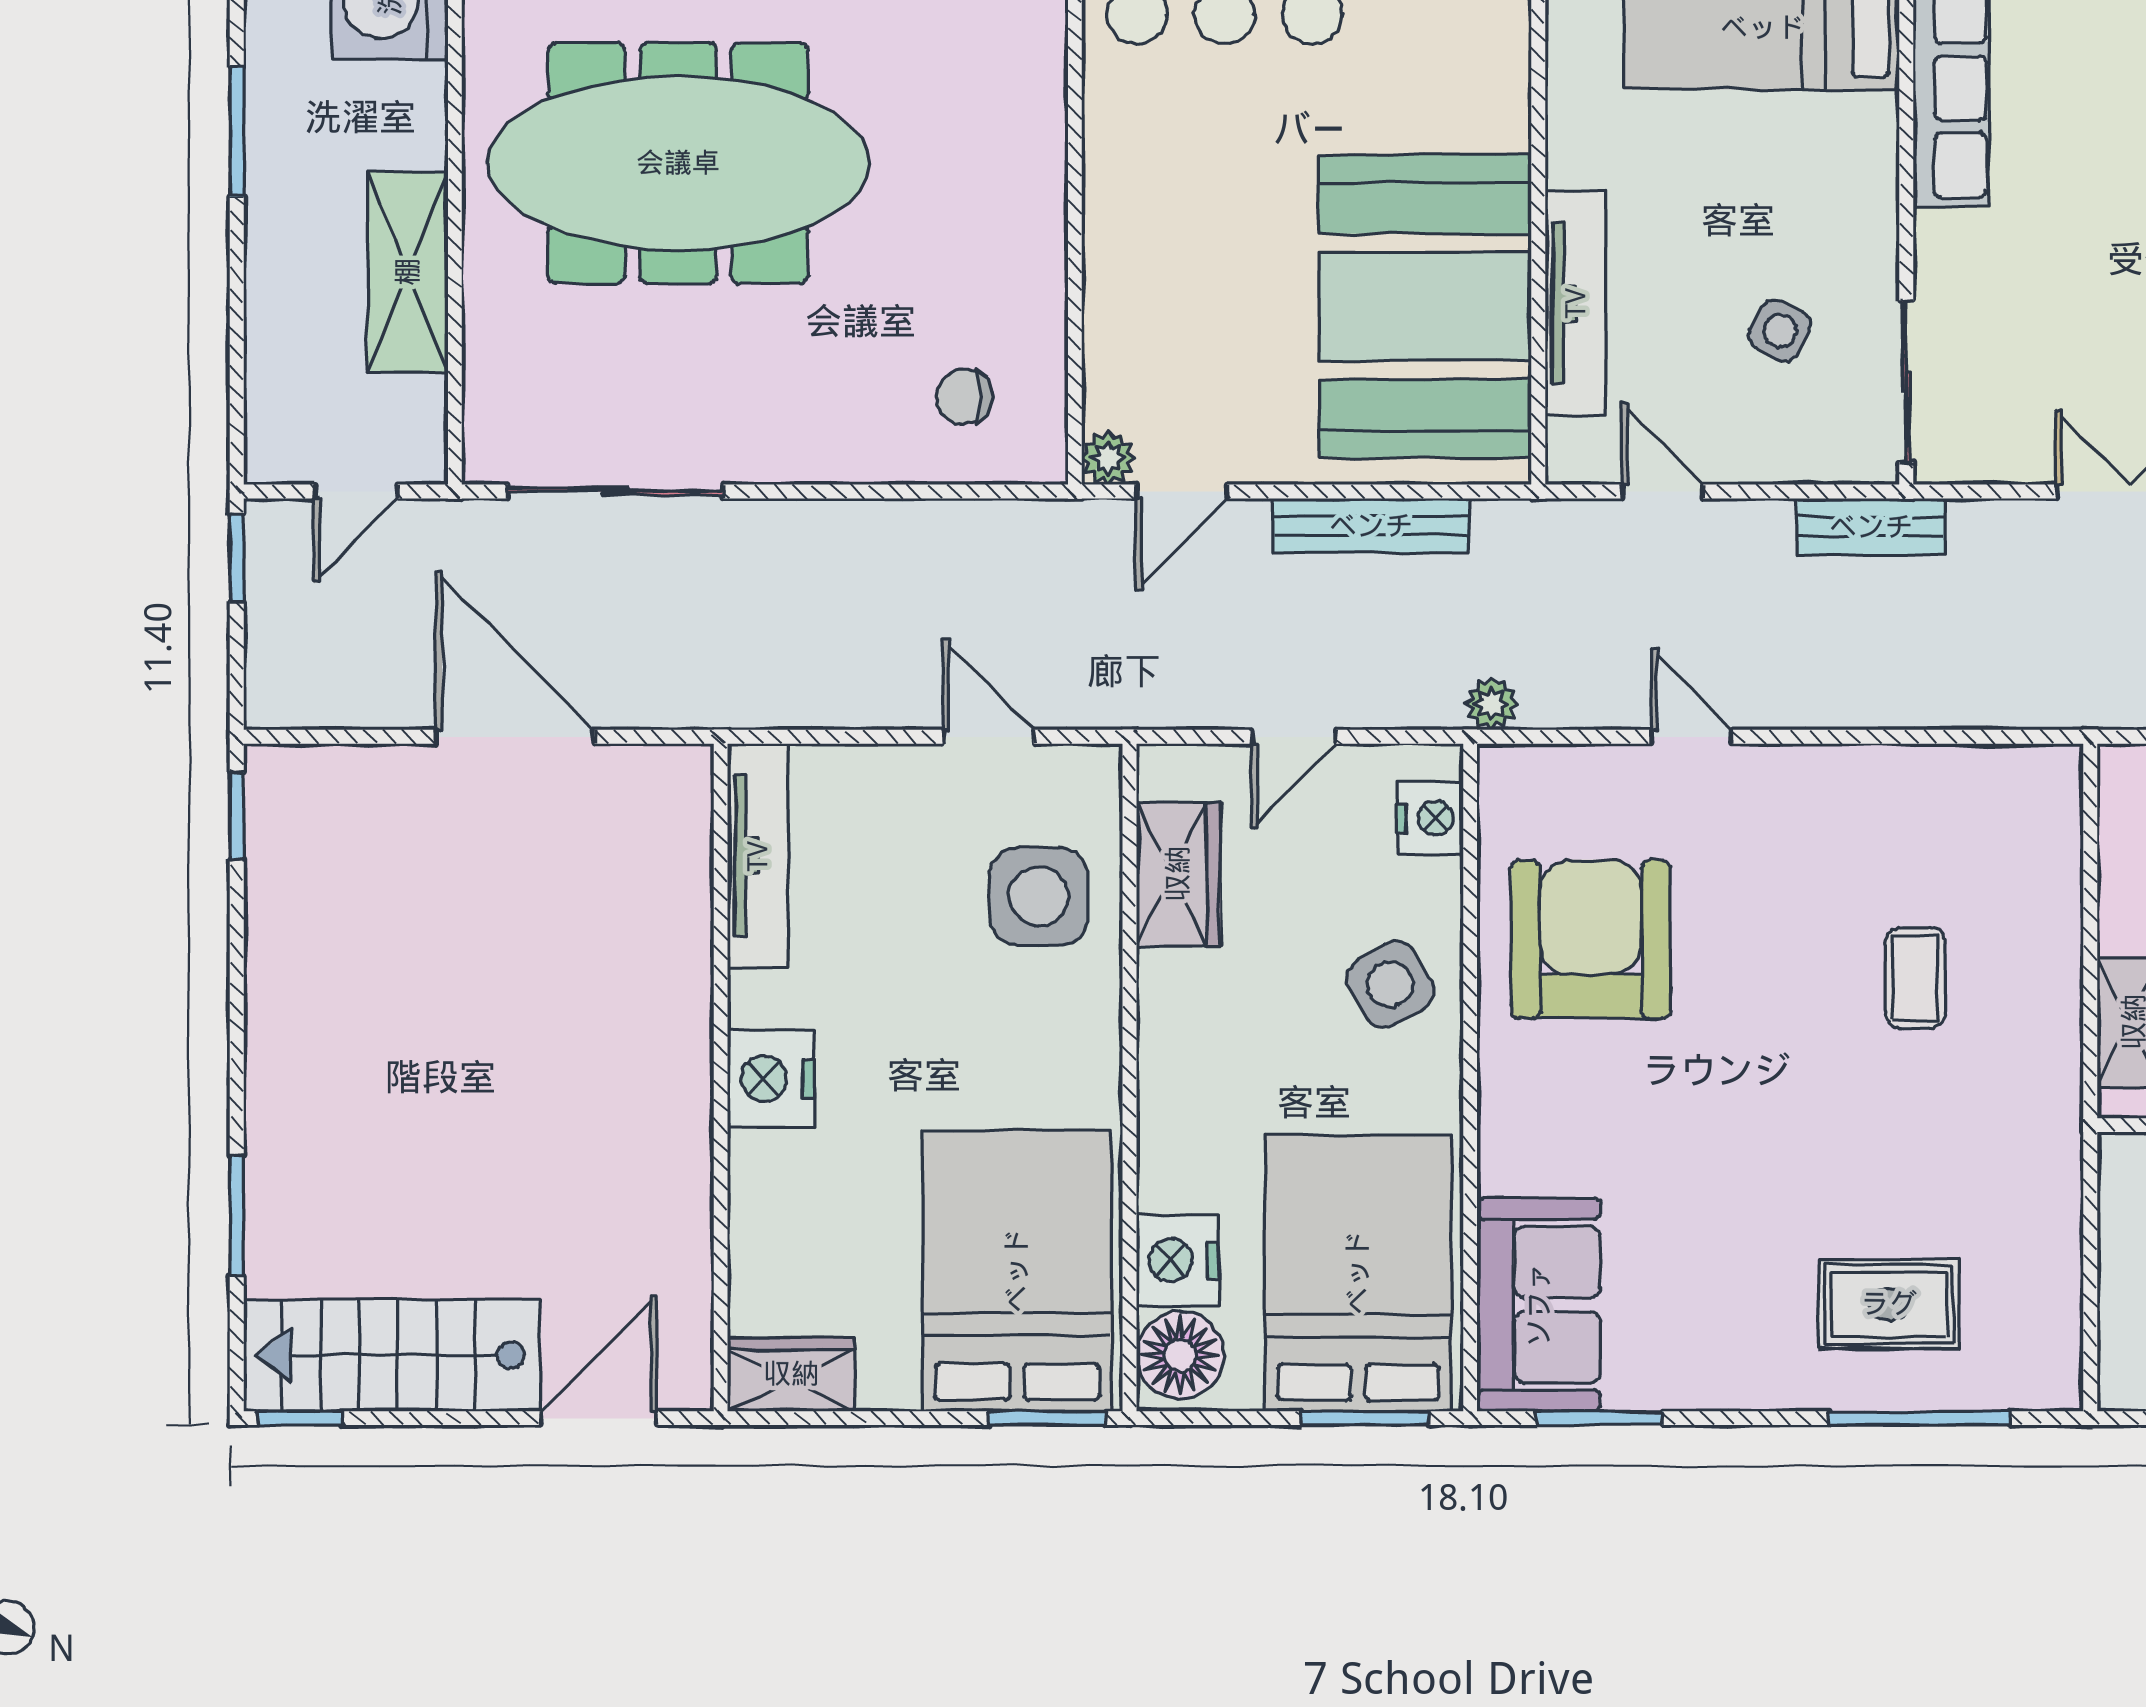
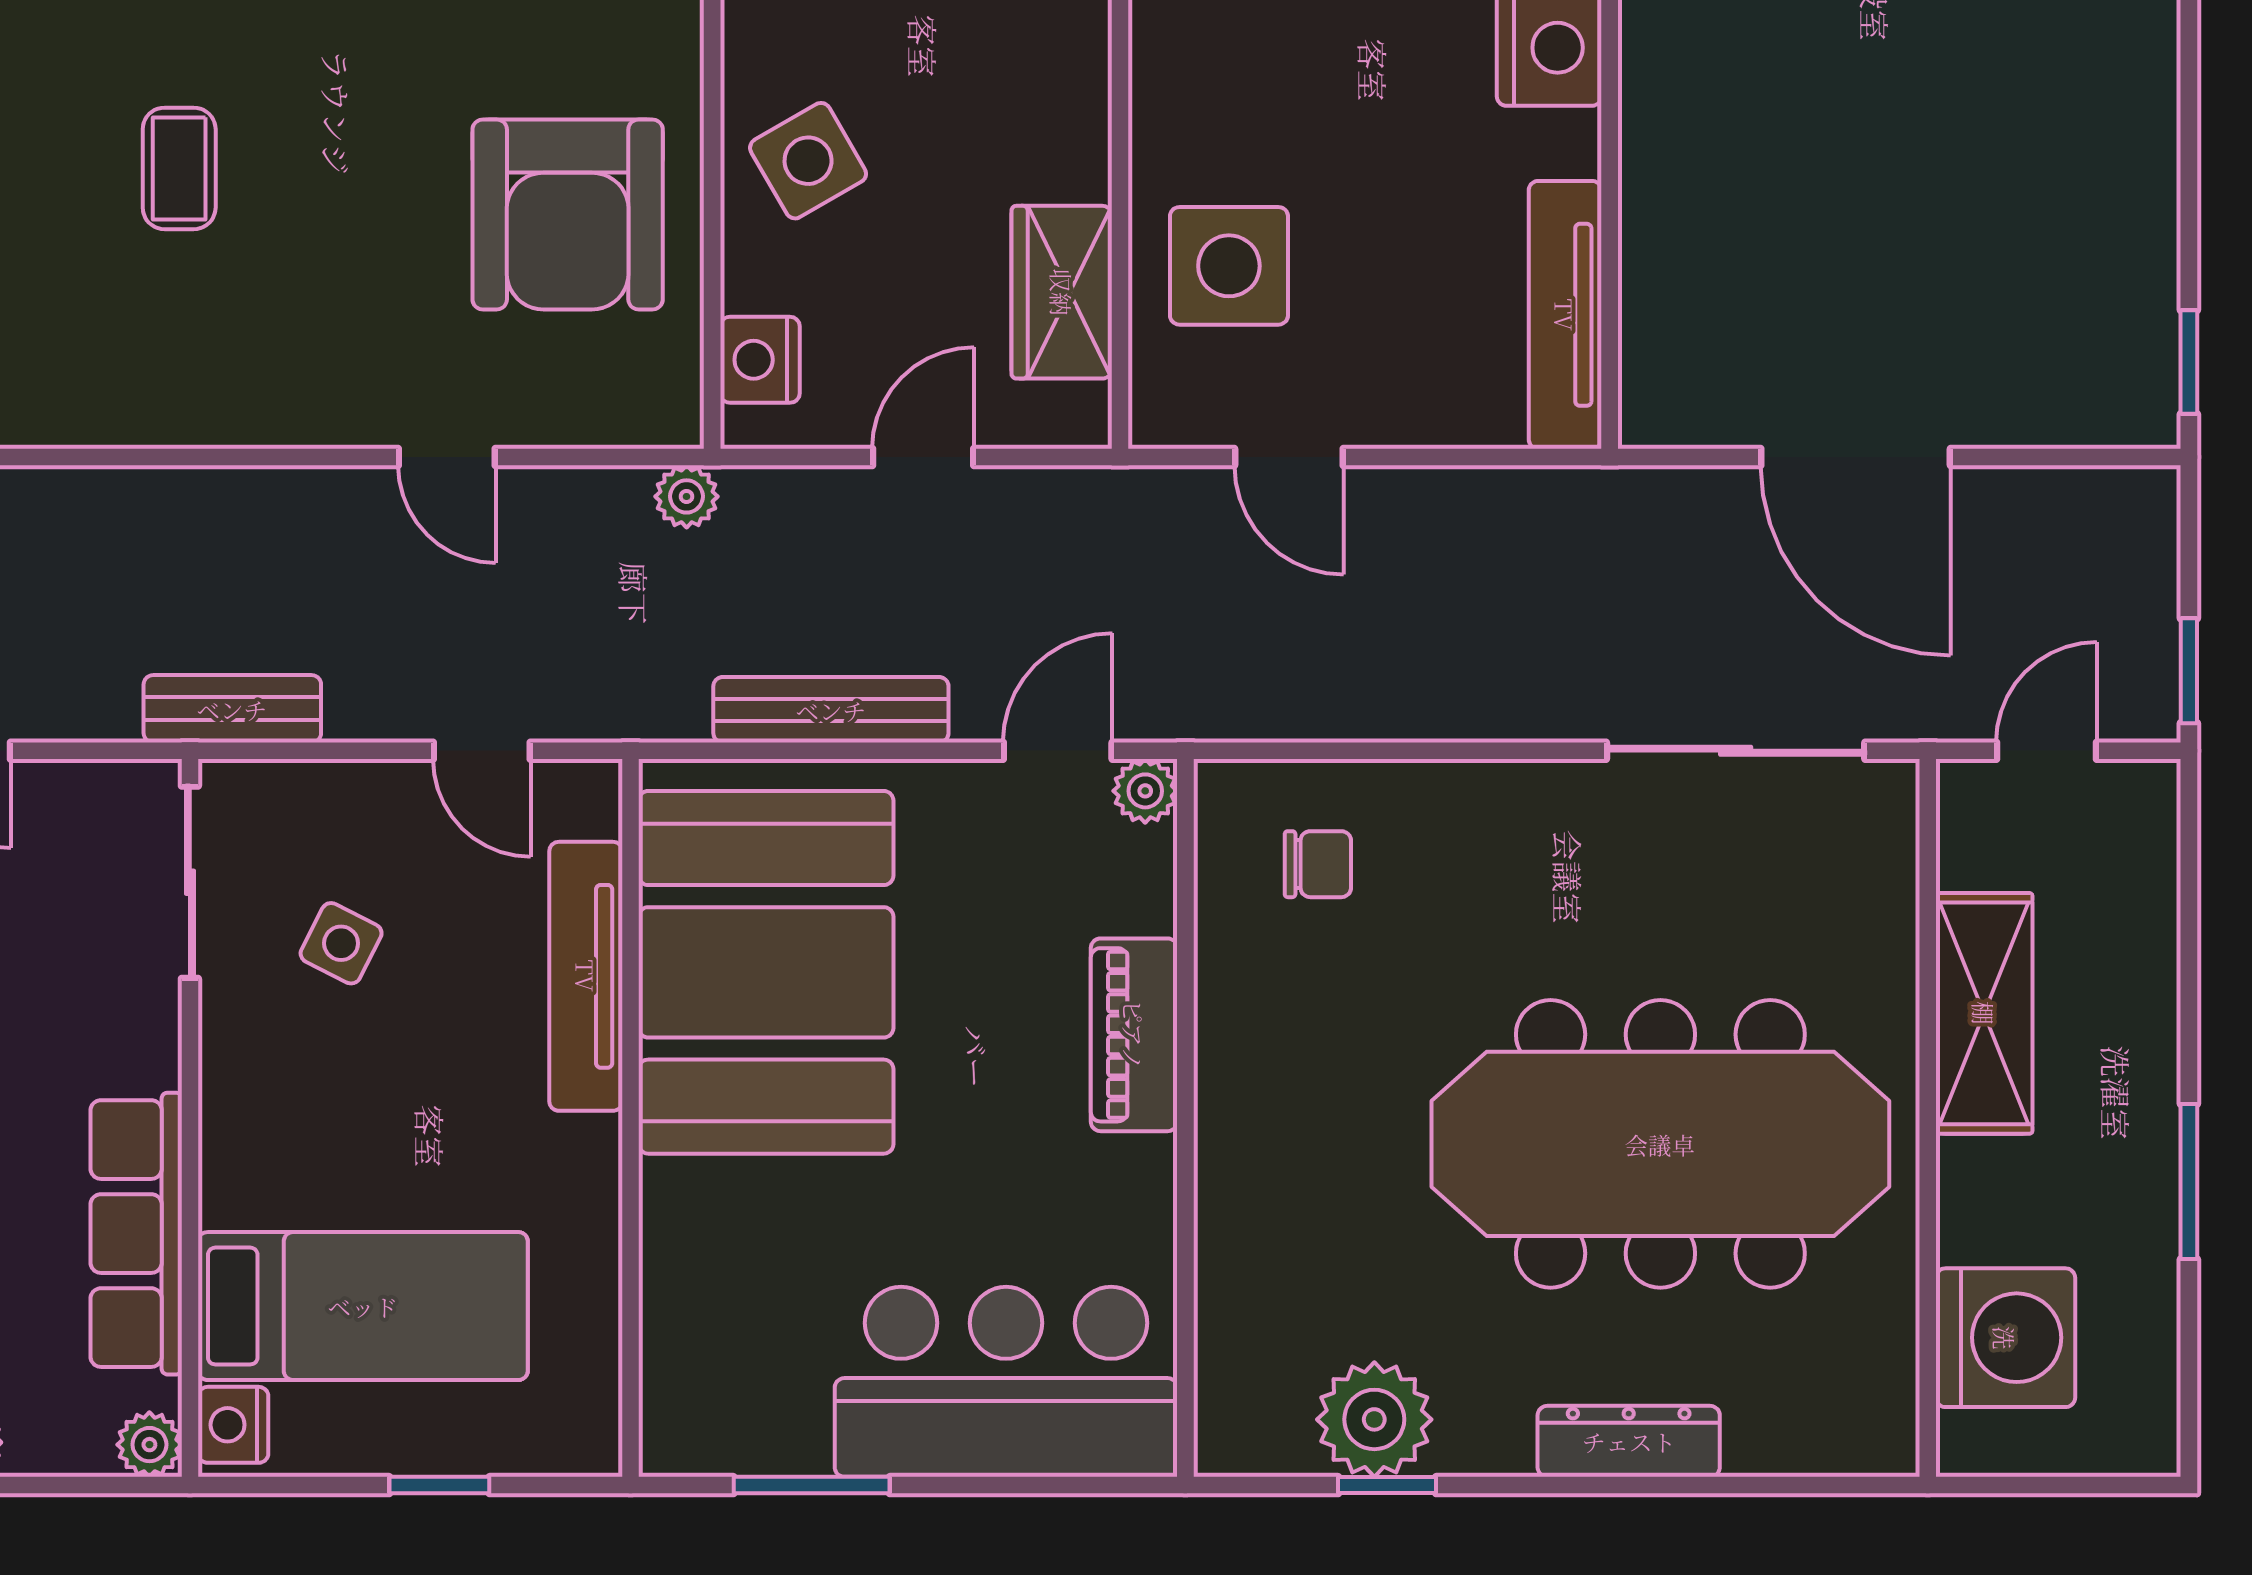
piano: (1118, 254) -> (1134, 1035), added

